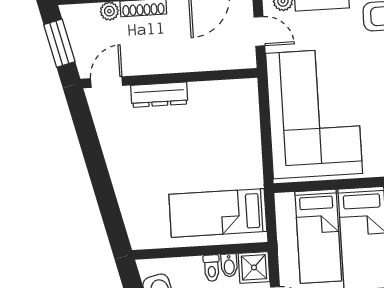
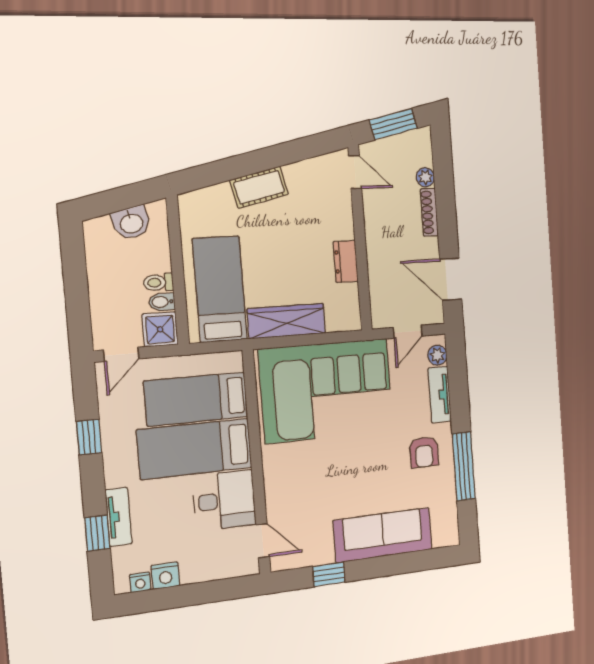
dresser: (159, 95) -> (346, 261), moved, width x0.70
wardrobe: (248, 151) -> (286, 321), added
cot: (123, 175) -> (259, 187), added

